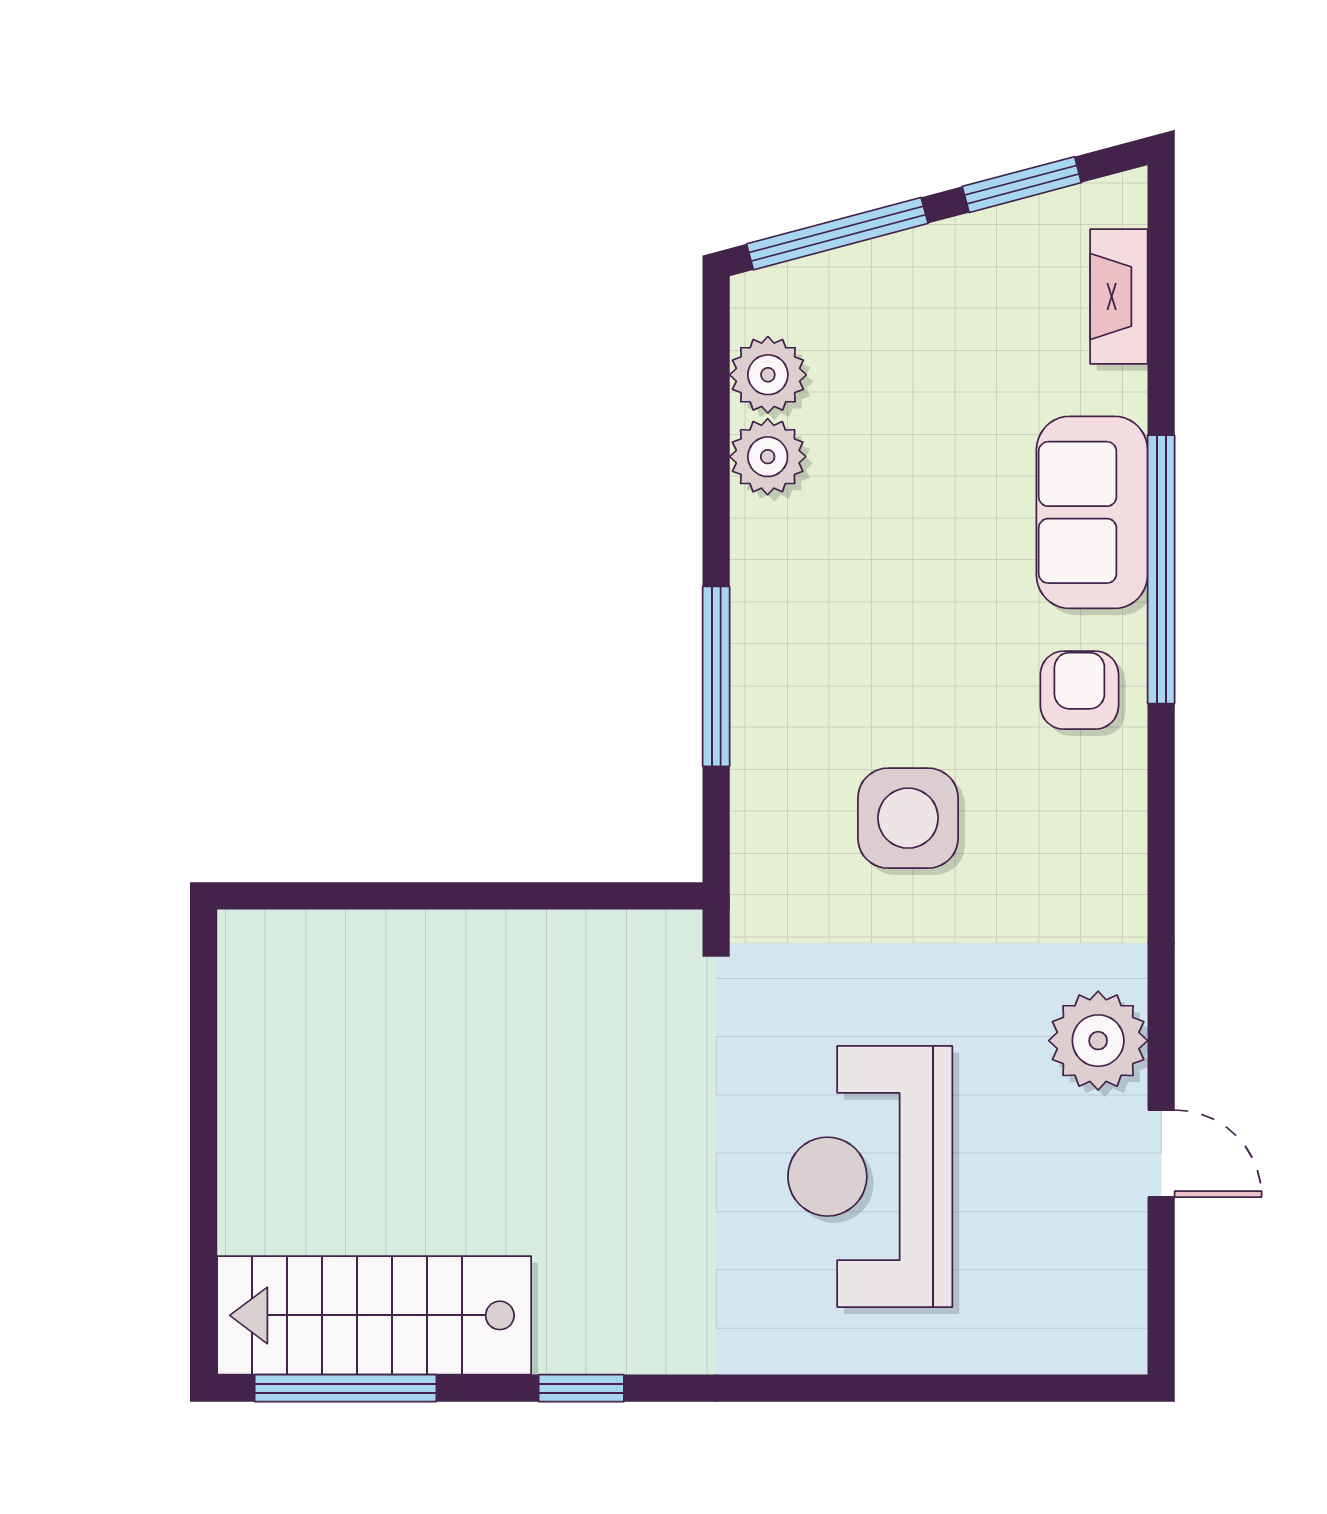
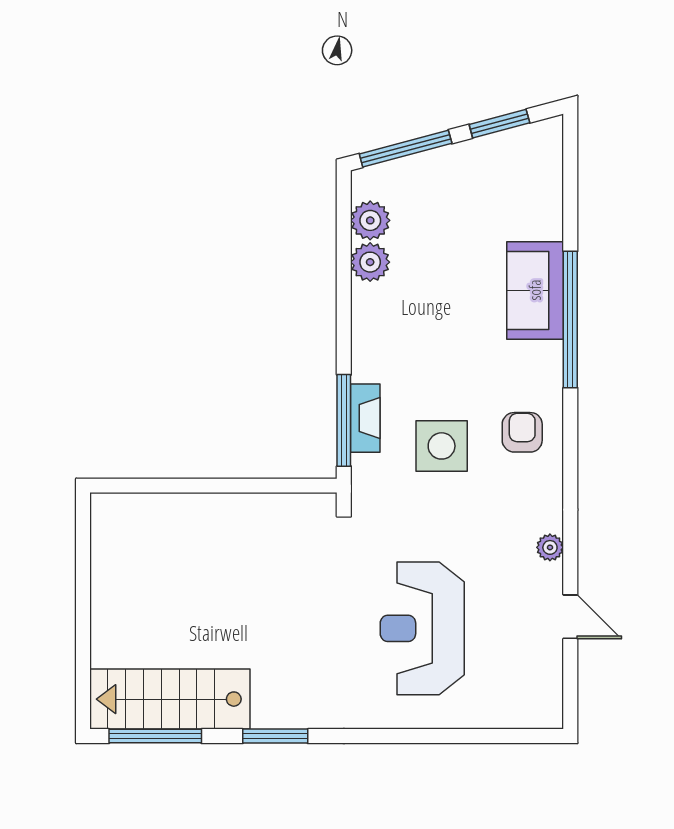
fireplace: (1119, 297) -> (365, 418), moved, turned 180
window: (716, 676) -> (344, 420), moved
armchair: (1079, 690) -> (522, 432), moved
plant: (1098, 1041) -> (550, 547), width x0.53, depth x0.53
window: (581, 1388) -> (275, 736), width x1.50

